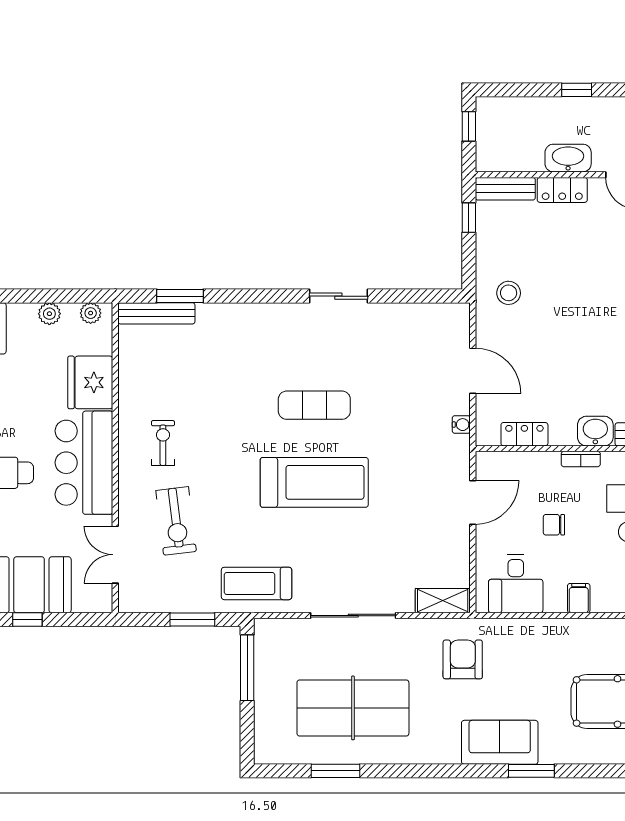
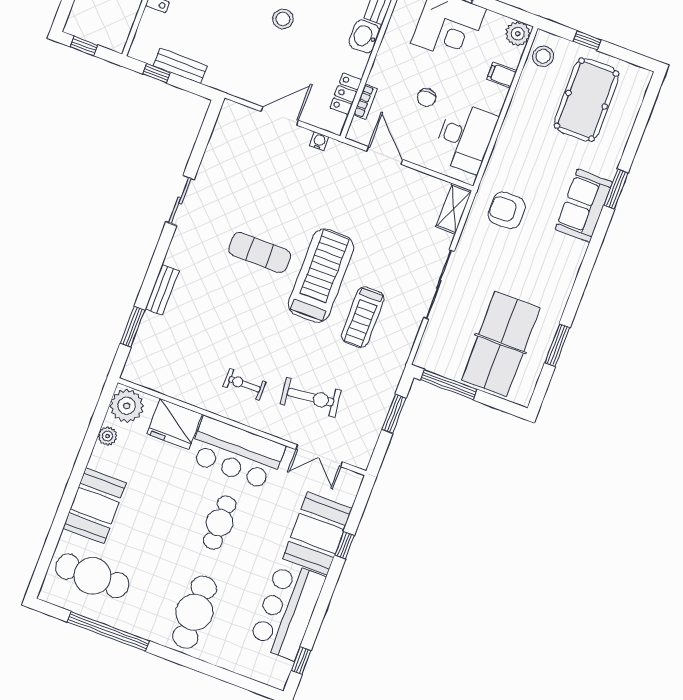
bench: (505, 189) -> (180, 66), moved, turned 90
stool: (509, 293) -> (283, 19), moved
plant: (91, 313) -> (127, 406), width x1.87, depth x1.87
bench: (156, 313) -> (162, 290), moved, width x0.73
exercise mat: (314, 405) -> (260, 252), turned 90
bookcase: (581, 459) -> (365, 102), moved
treadmill: (257, 583) -> (363, 317), moved
desk: (516, 584) -> (465, 137), width x1.37
filing cabinet: (579, 598) -> (502, 75), moved
table tennis table: (353, 708) -> (501, 344), moved

